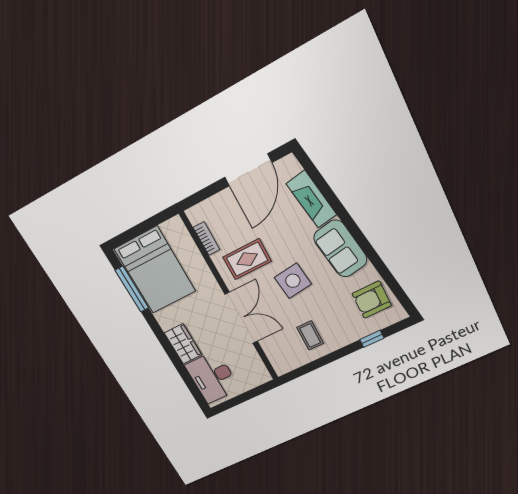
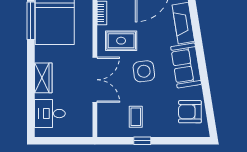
window: (372, 339) -> (142, 141), moved
desk: (212, 377) -> (50, 114), width x0.73

